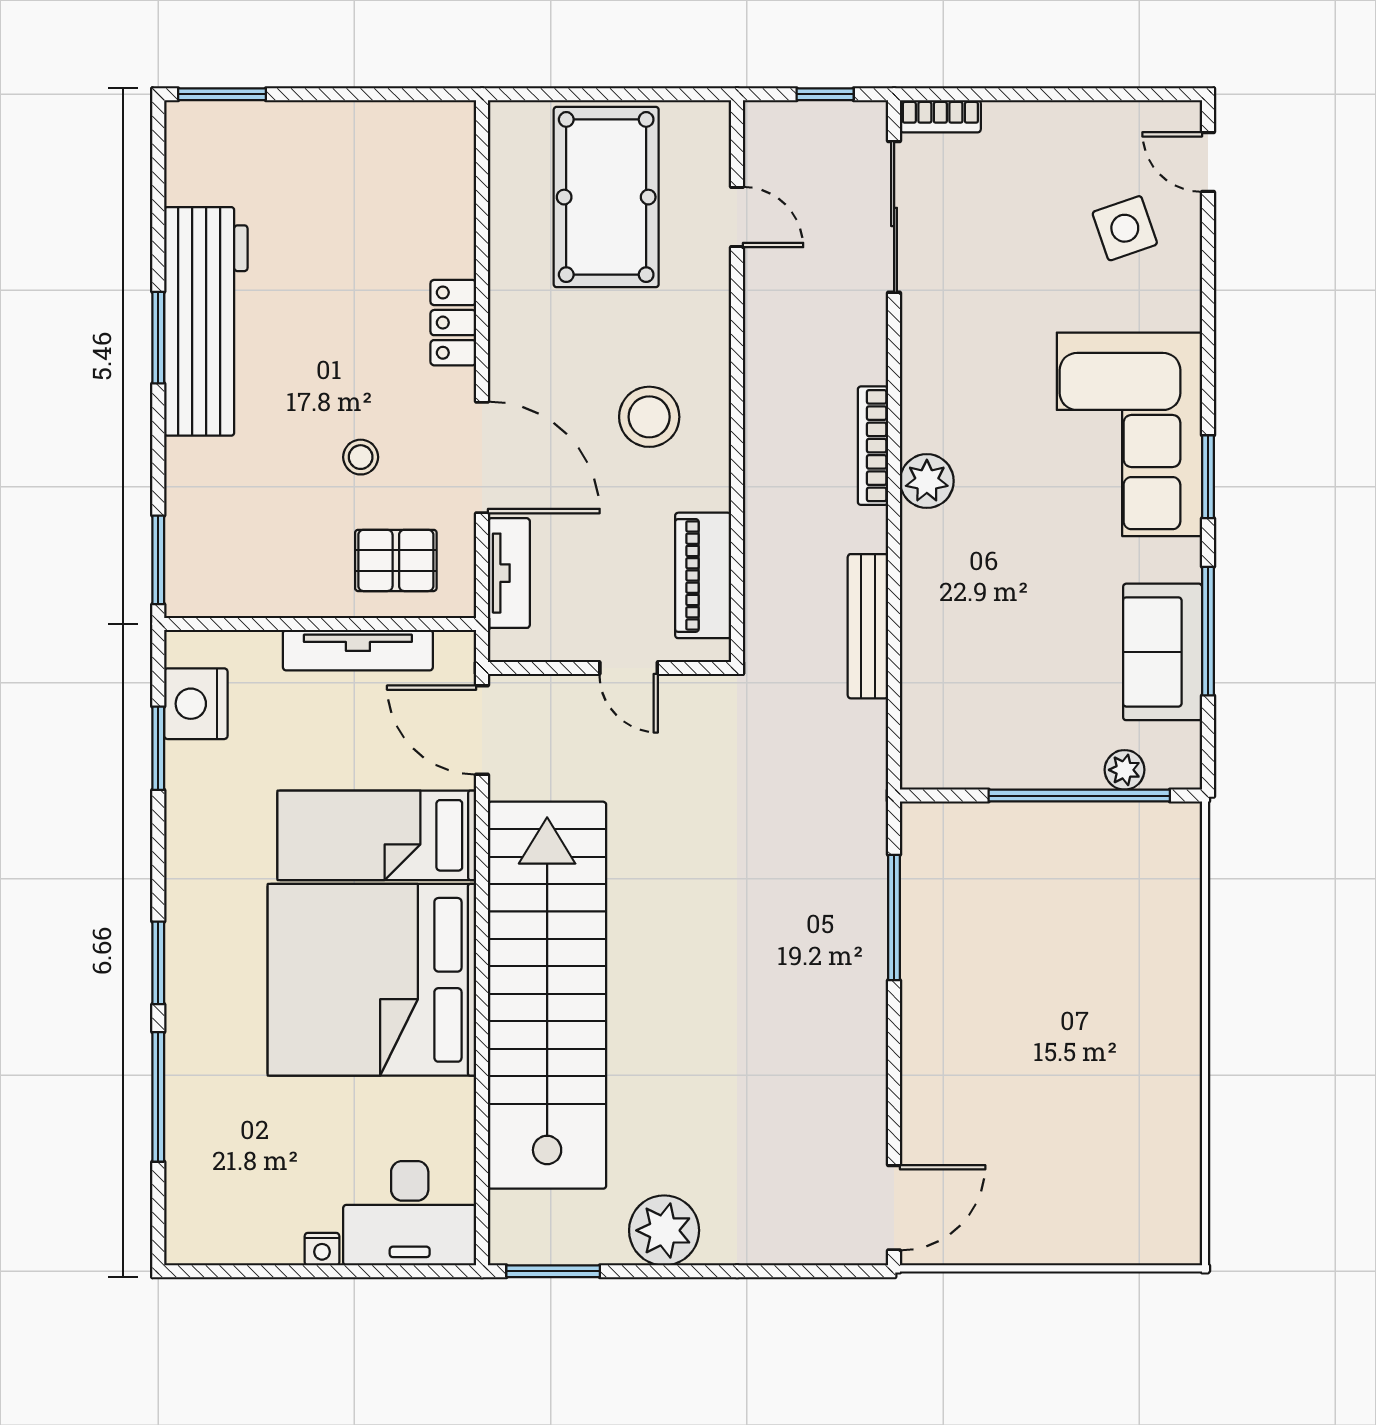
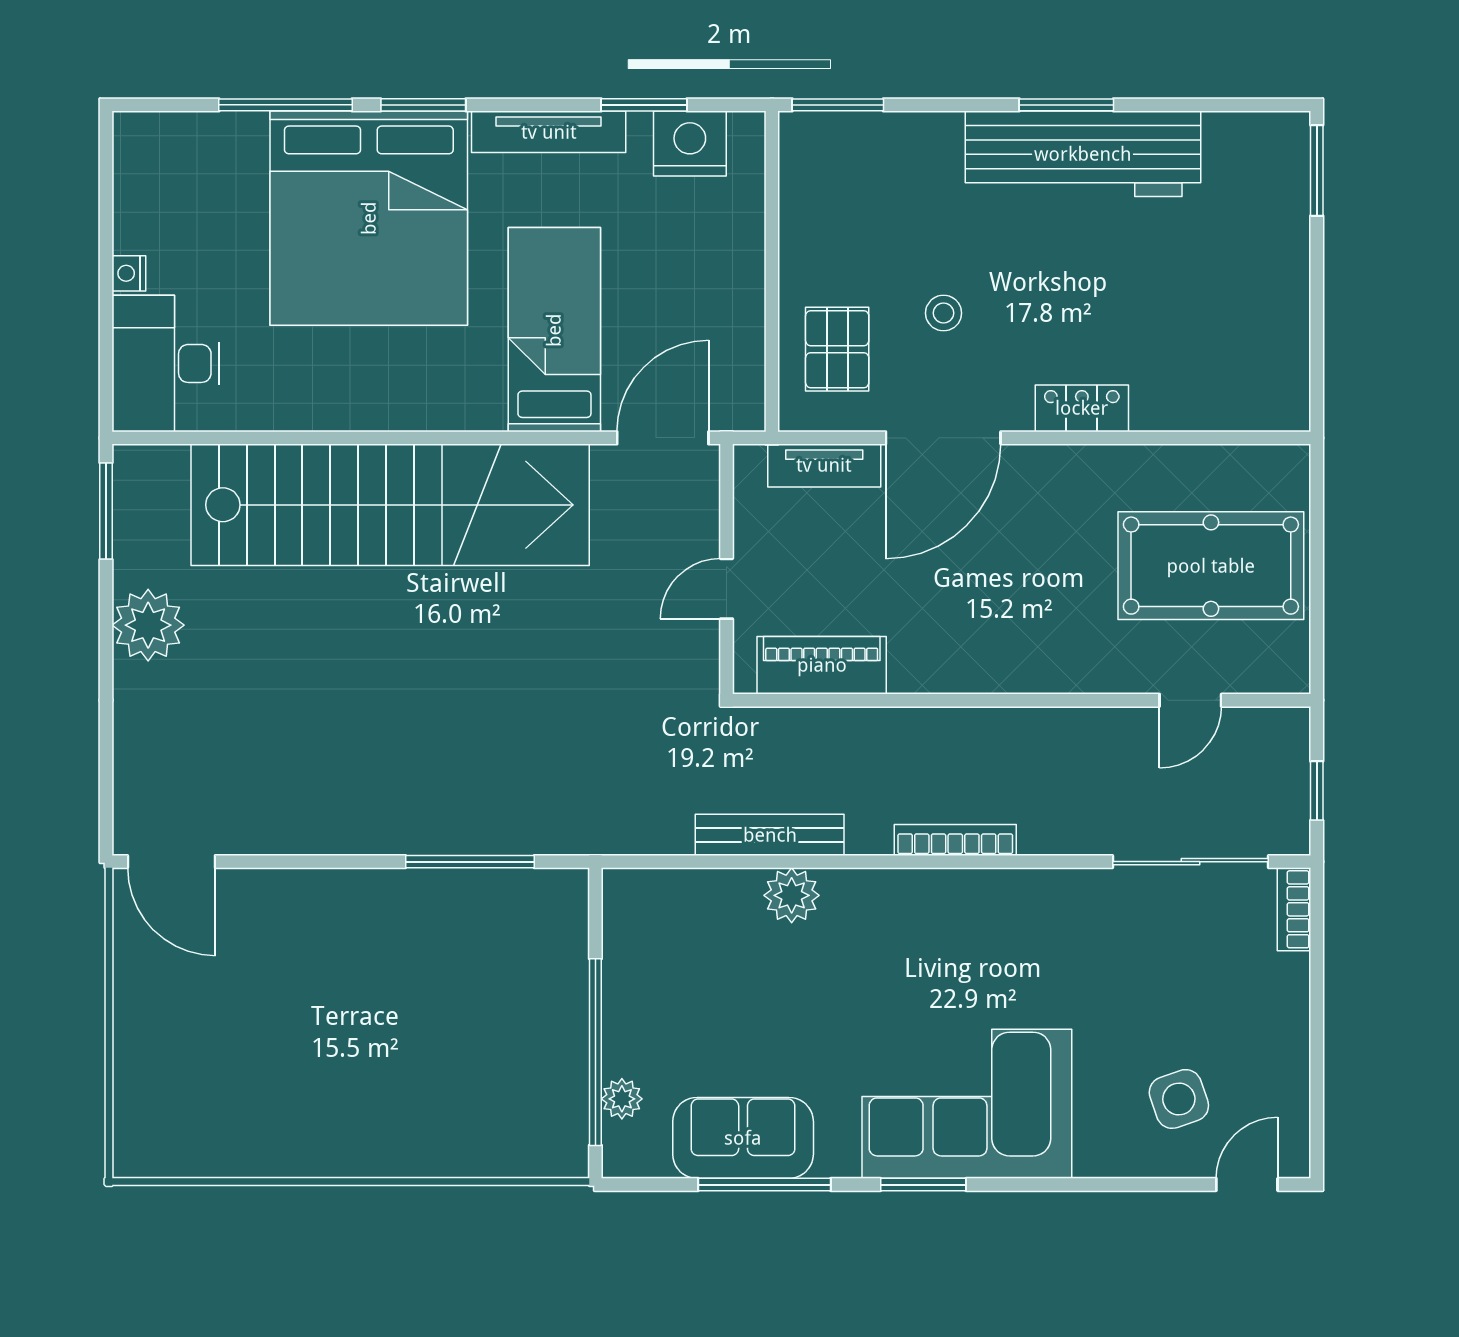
stool: (649, 417) -> (985, 610), removed
plant: (927, 481) -> (792, 895), moved
tv unit: (358, 650) -> (549, 132), moved, turned -90
bed: (372, 980) -> (369, 218), moved, turned 180

